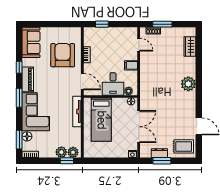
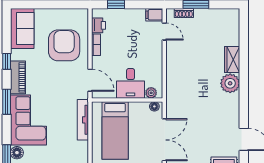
printer: (89, 40) -> (99, 25), added
wardrobe: (190, 46) -> (232, 59), moved
filing cabinet: (131, 65) -> (154, 15), moved

